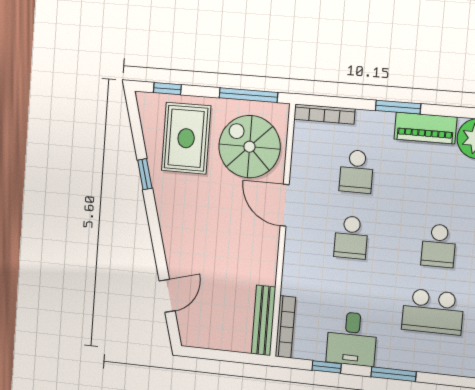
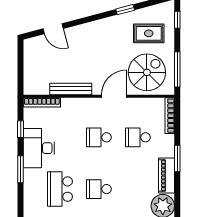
rug: (186, 138) -> (149, 33), width x0.73, depth x0.70
bench: (264, 320) -> (71, 89), moved
desk: (352, 339) -> (39, 148), width x1.37

